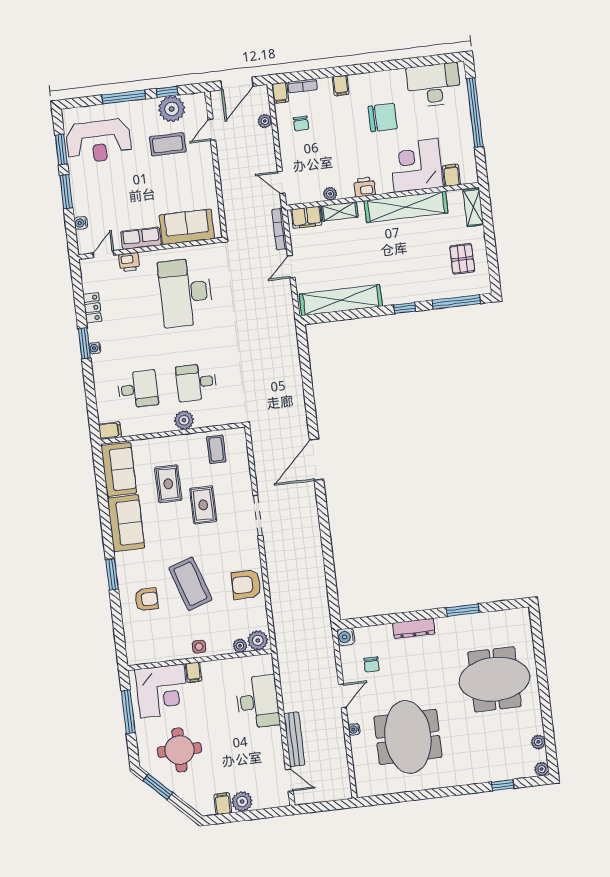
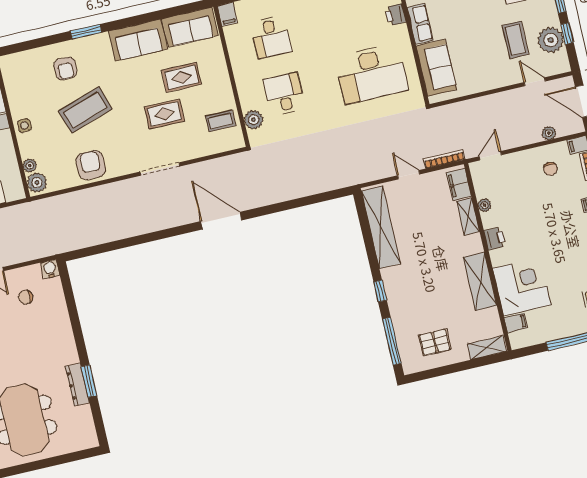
chair: (383, 118) -> (565, 249), removed
chair: (301, 124) -> (550, 169), turned -90
shelving: (406, 207) -> (480, 281), width x0.68
desk: (186, 292) -> (372, 74), turned 180
plant: (184, 420) -> (254, 120), moved
dresser: (414, 628) -> (77, 384), moved

